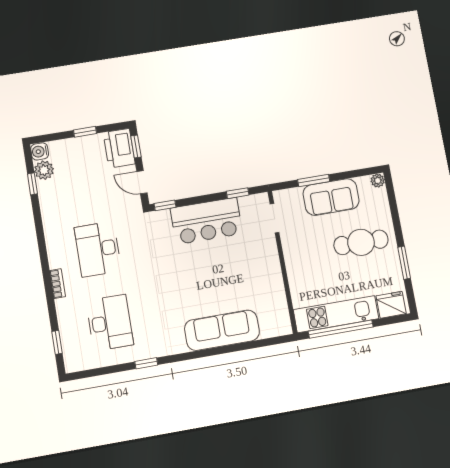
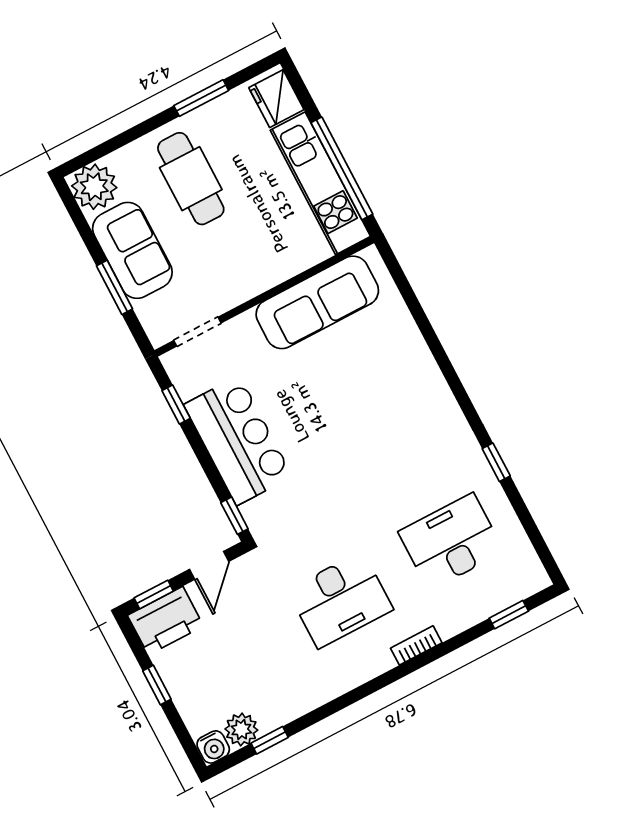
plant: (378, 181) -> (94, 187), width x1.87, depth x1.87
sofa: (222, 330) -> (317, 302), moved, turned -90

